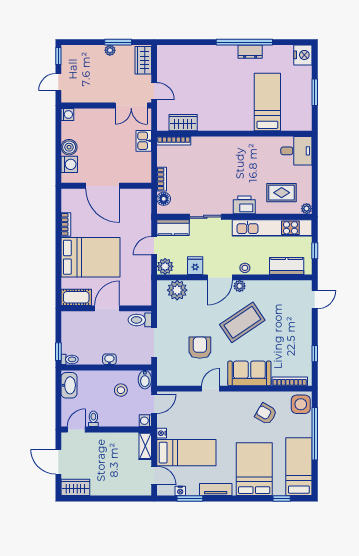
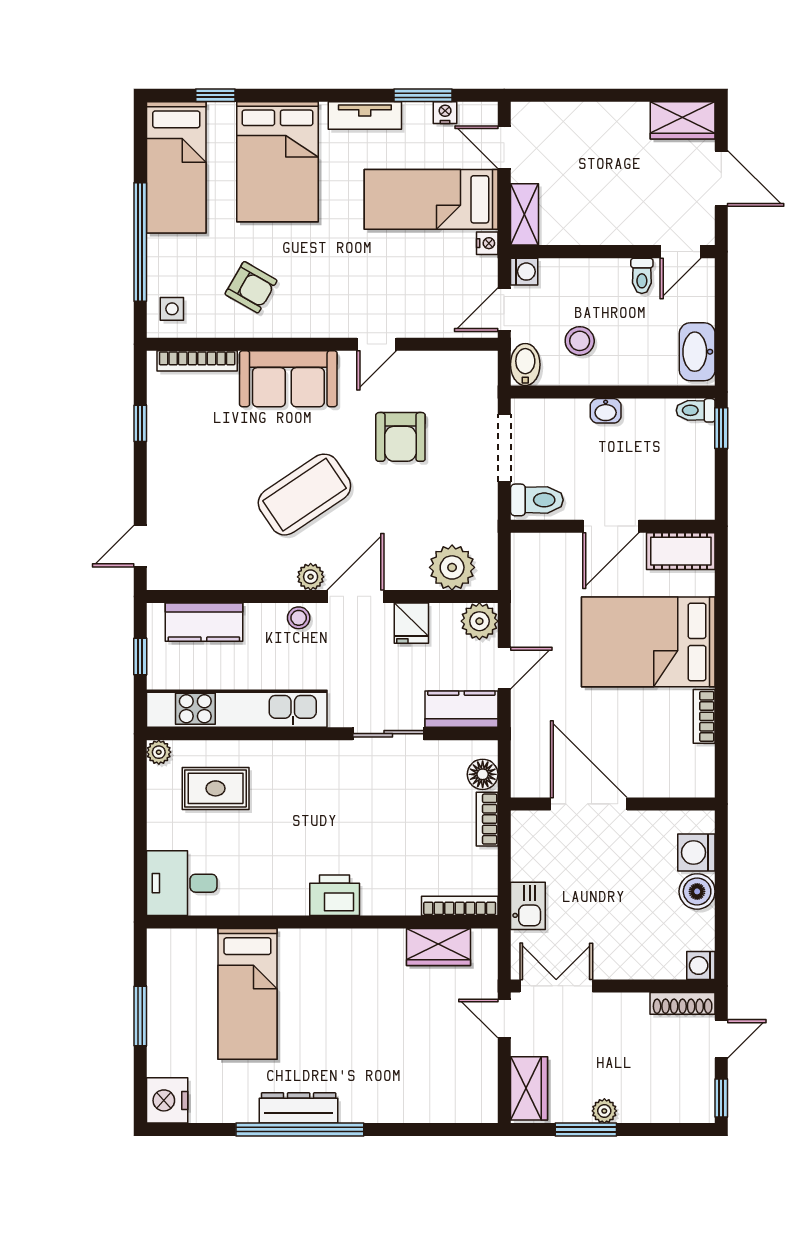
dresser: (250, 52) -> (299, 1108), width x1.44
shoe rack: (75, 98) -> (683, 1003), added
door: (103, 186) -> (589, 804), moved
printer: (244, 205) -> (335, 895), moved, turned 180
side table: (301, 404) -> (172, 309), width x0.54, depth x0.54

